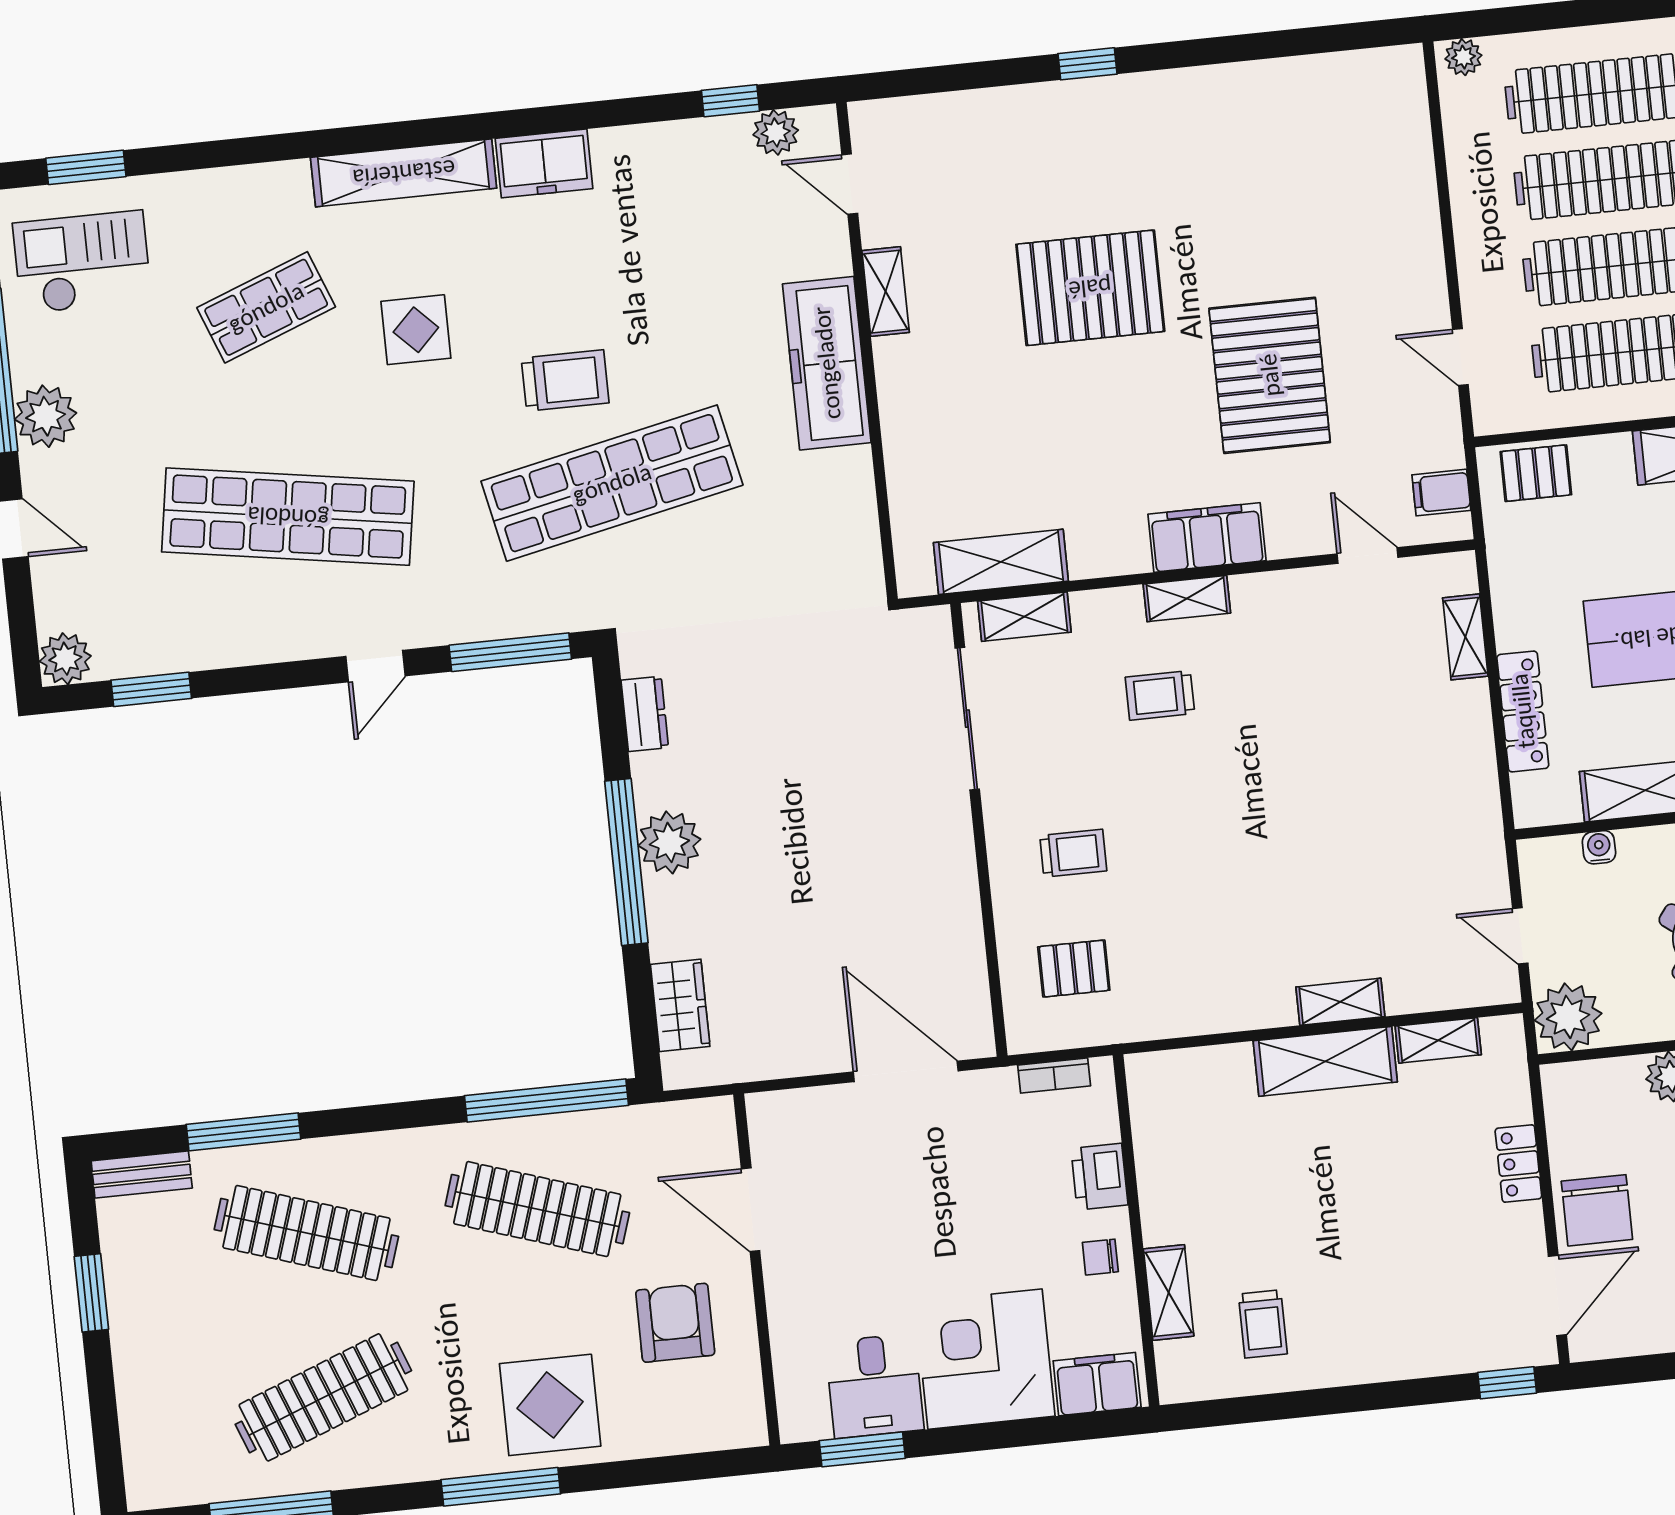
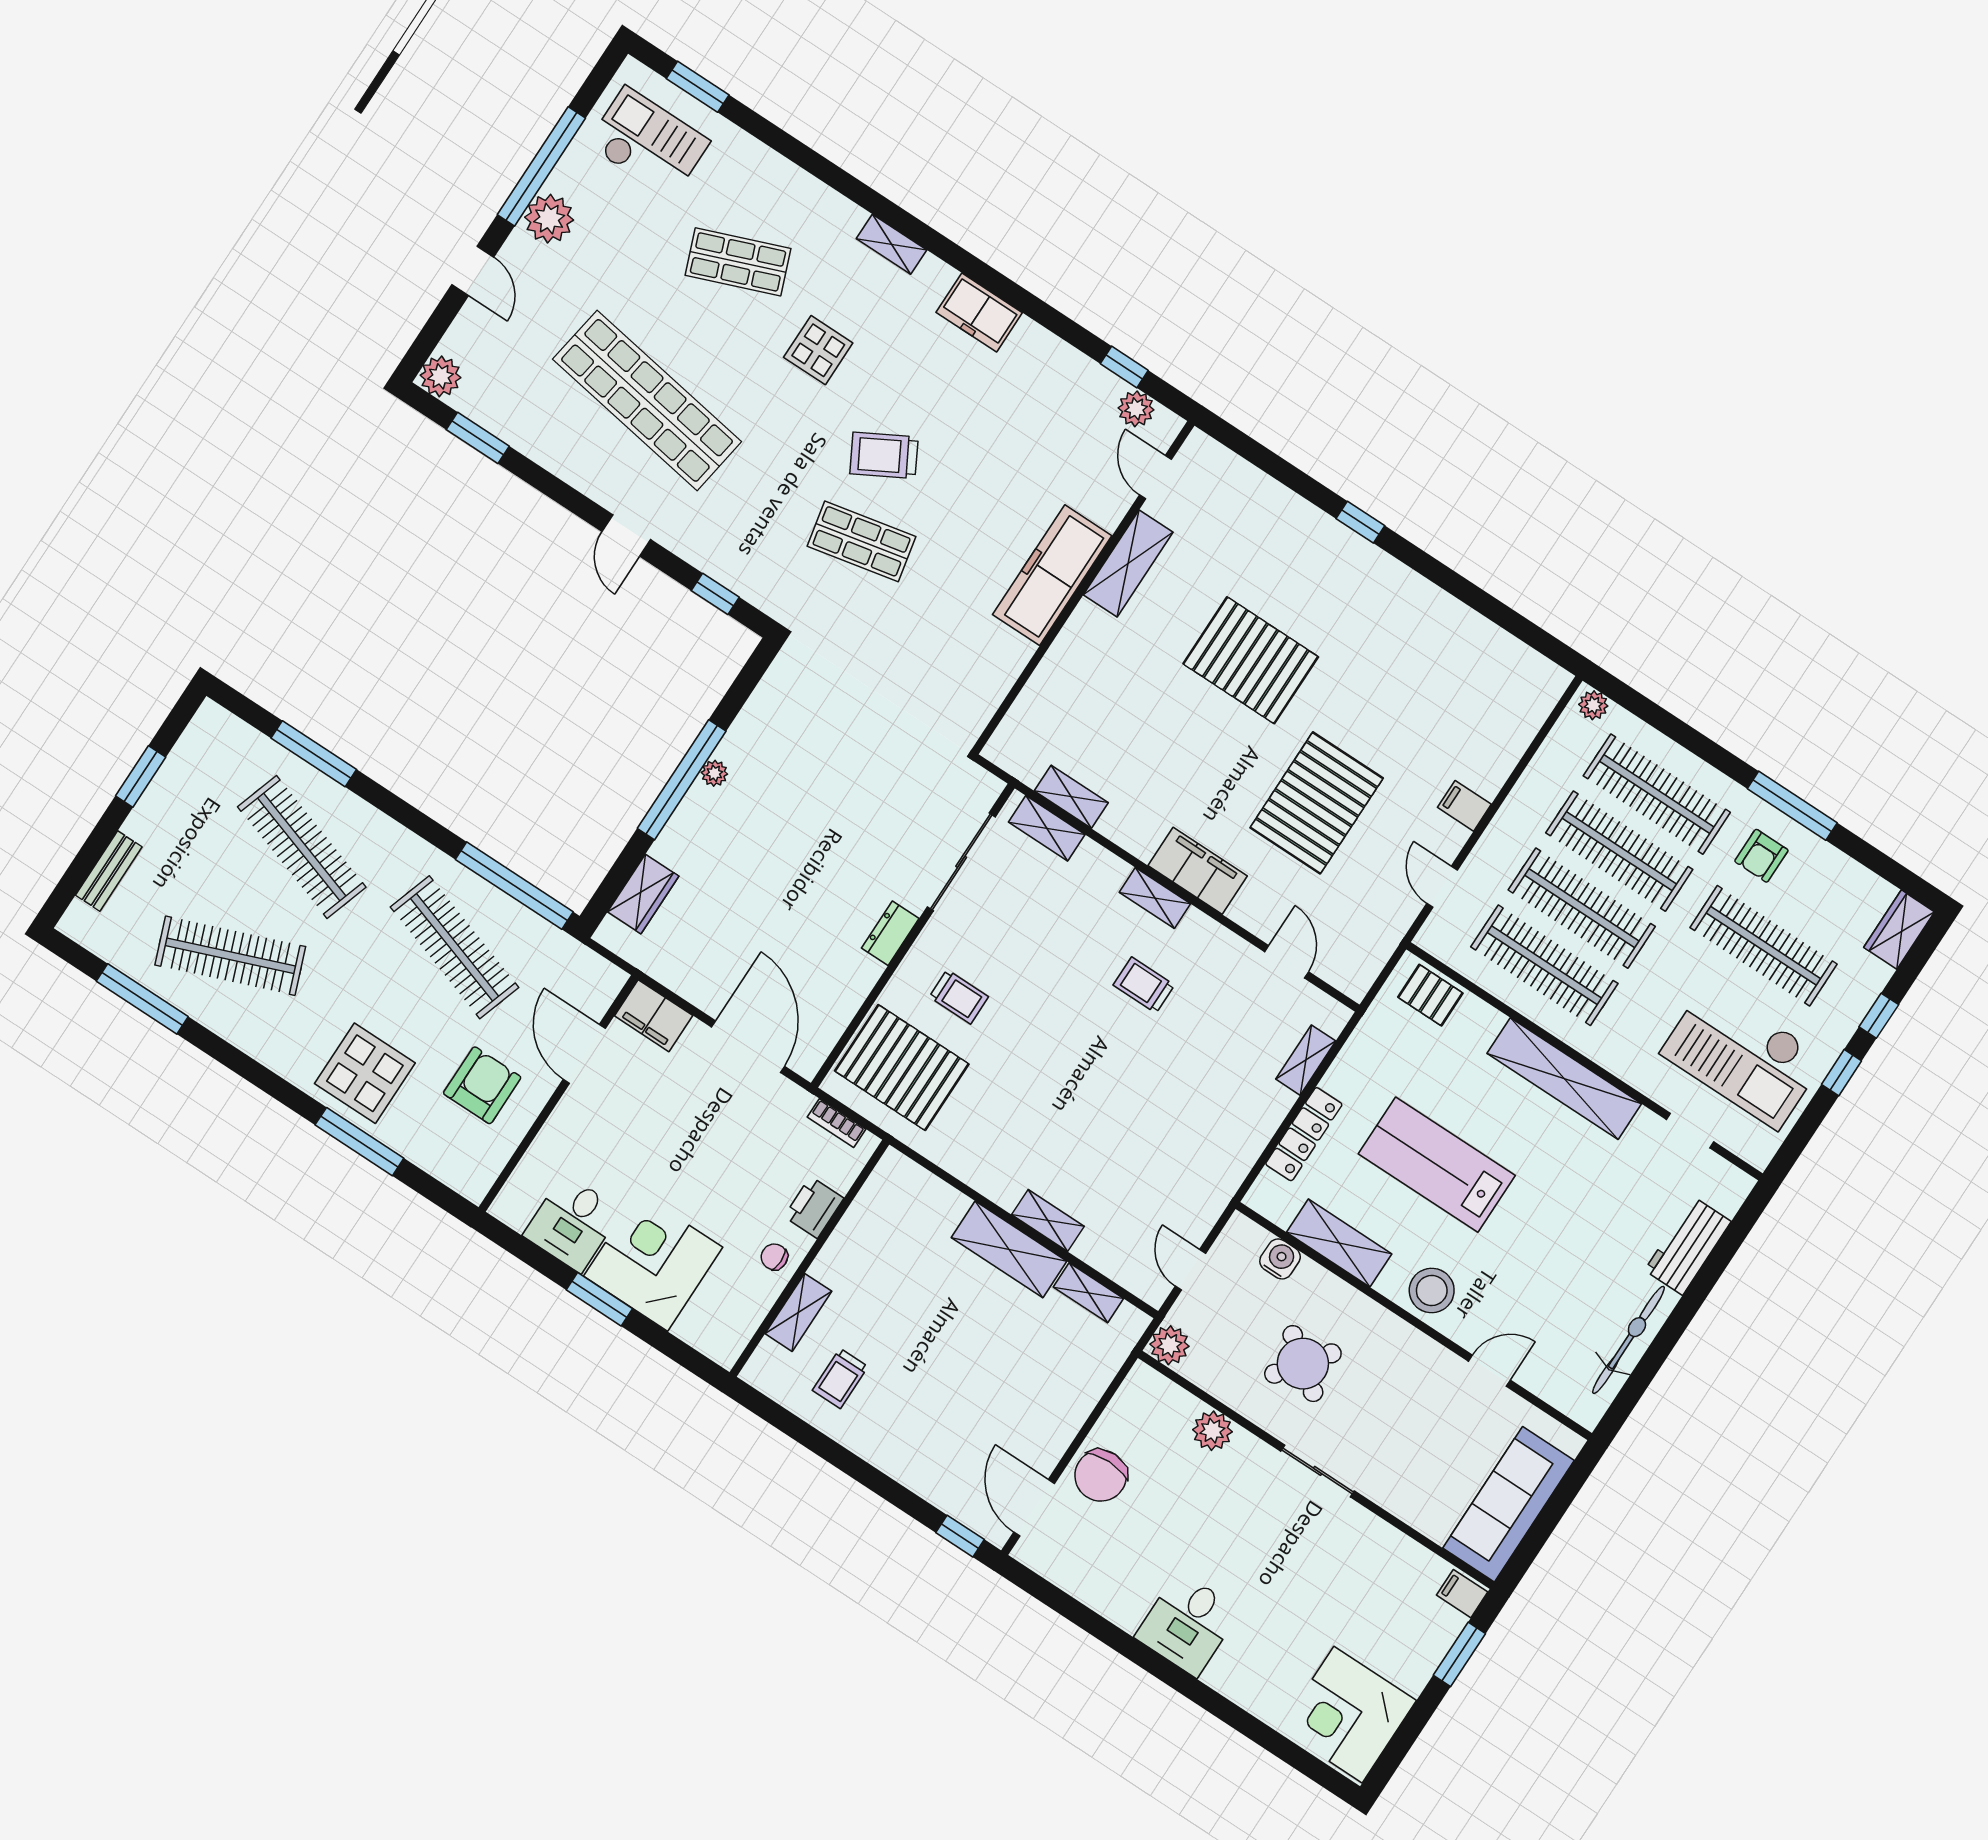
shelving: (404, 173) -> (891, 244), width x0.45, depth x0.75
shelving: (886, 292) -> (1128, 563), width x1.50, depth x1.33
trolley: (565, 380) -> (884, 455), turned 151
shop shelf: (612, 483) -> (862, 541), width x0.50, depth x0.74
filing cabinet: (1441, 493) -> (1464, 806), moved
shelving: (1001, 562) -> (1071, 797), width x0.67, depth x0.75
window: (510, 652) -> (715, 594), width x0.46
door: (376, 666) -> (626, 535), hinge flipped
trolley: (1160, 695) -> (1144, 985), moved
dresser: (645, 714) -> (890, 933), moved, turned 180
plant: (669, 842) -> (714, 773), width x0.53, depth x0.53
water cooler: (1599, 847) -> (1280, 1259), width x1.38, depth x1.38
pallet: (1074, 969) -> (902, 1068), width x2.05, depth x2.00
plant: (1568, 1017) -> (1170, 1345), width x0.73, depth x0.73
locker: (1518, 1164) -> (1076, 1408), removed
bench: (142, 1174) -> (109, 871), moved, turned 90
door: (1557, 1295) -> (1034, 1508), swing flipped
filing cabinet: (1097, 1384) -> (654, 1016), moved, turned 180
window: (862, 1449) -> (599, 1299), moved
window: (501, 1487) -> (359, 1142), moved

